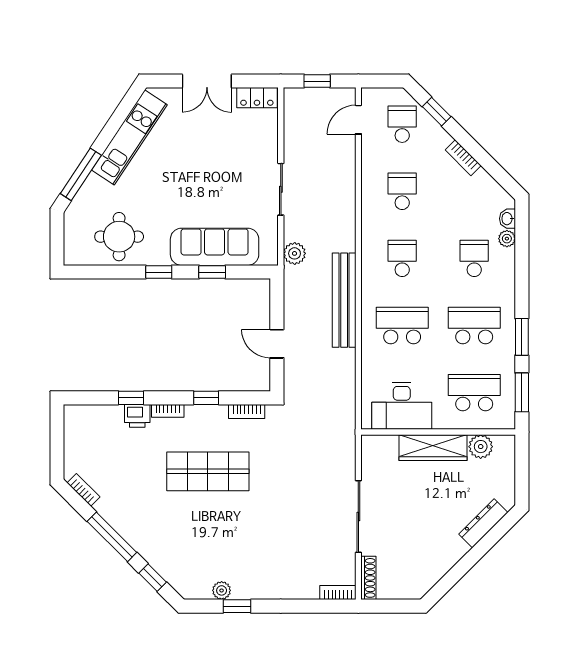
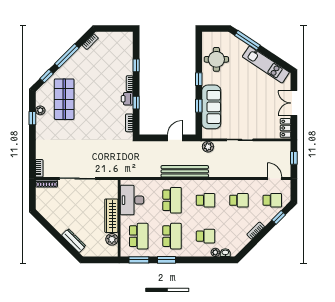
door: (277, 344) -> (175, 138), moved
printer: (137, 416) -> (127, 99), moved
shop shelf: (208, 471) -> (64, 99), moved

